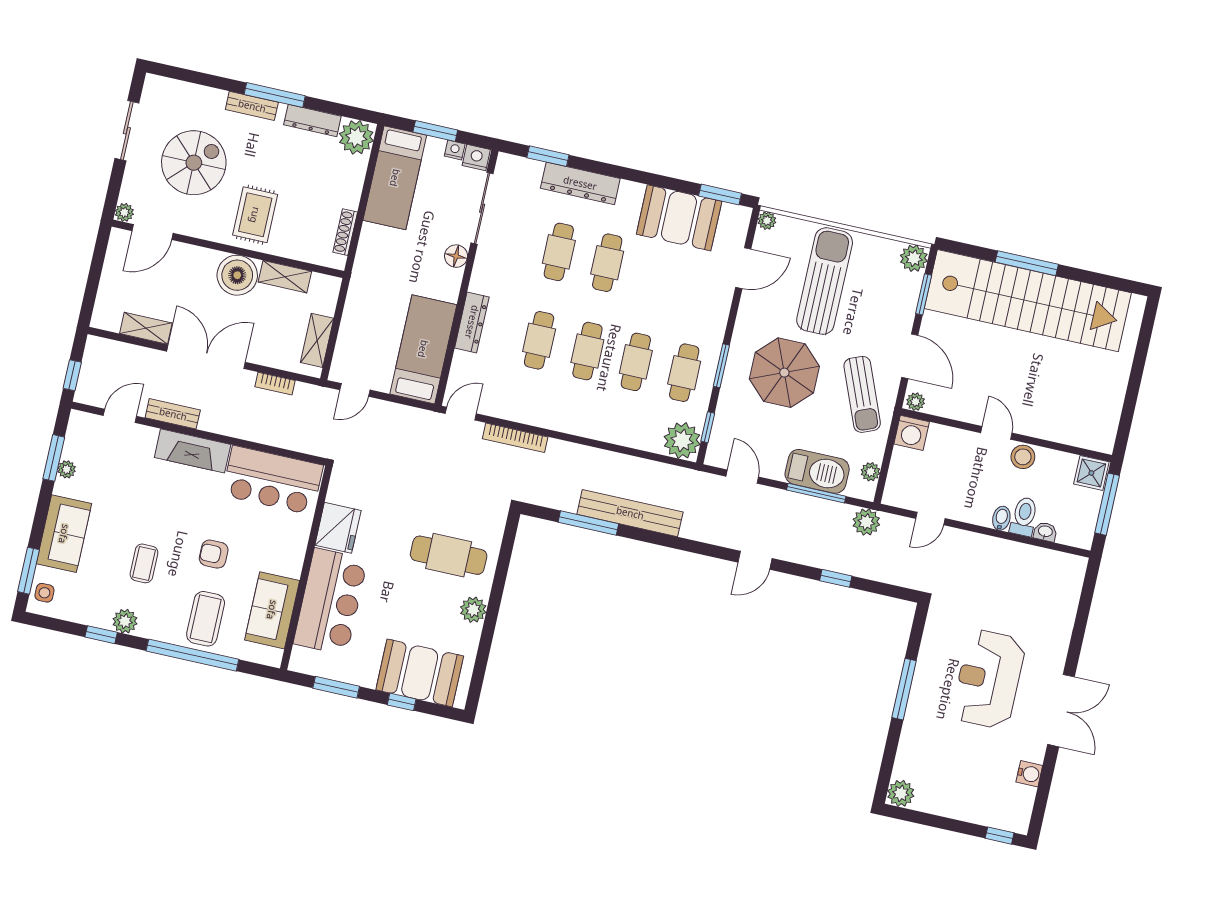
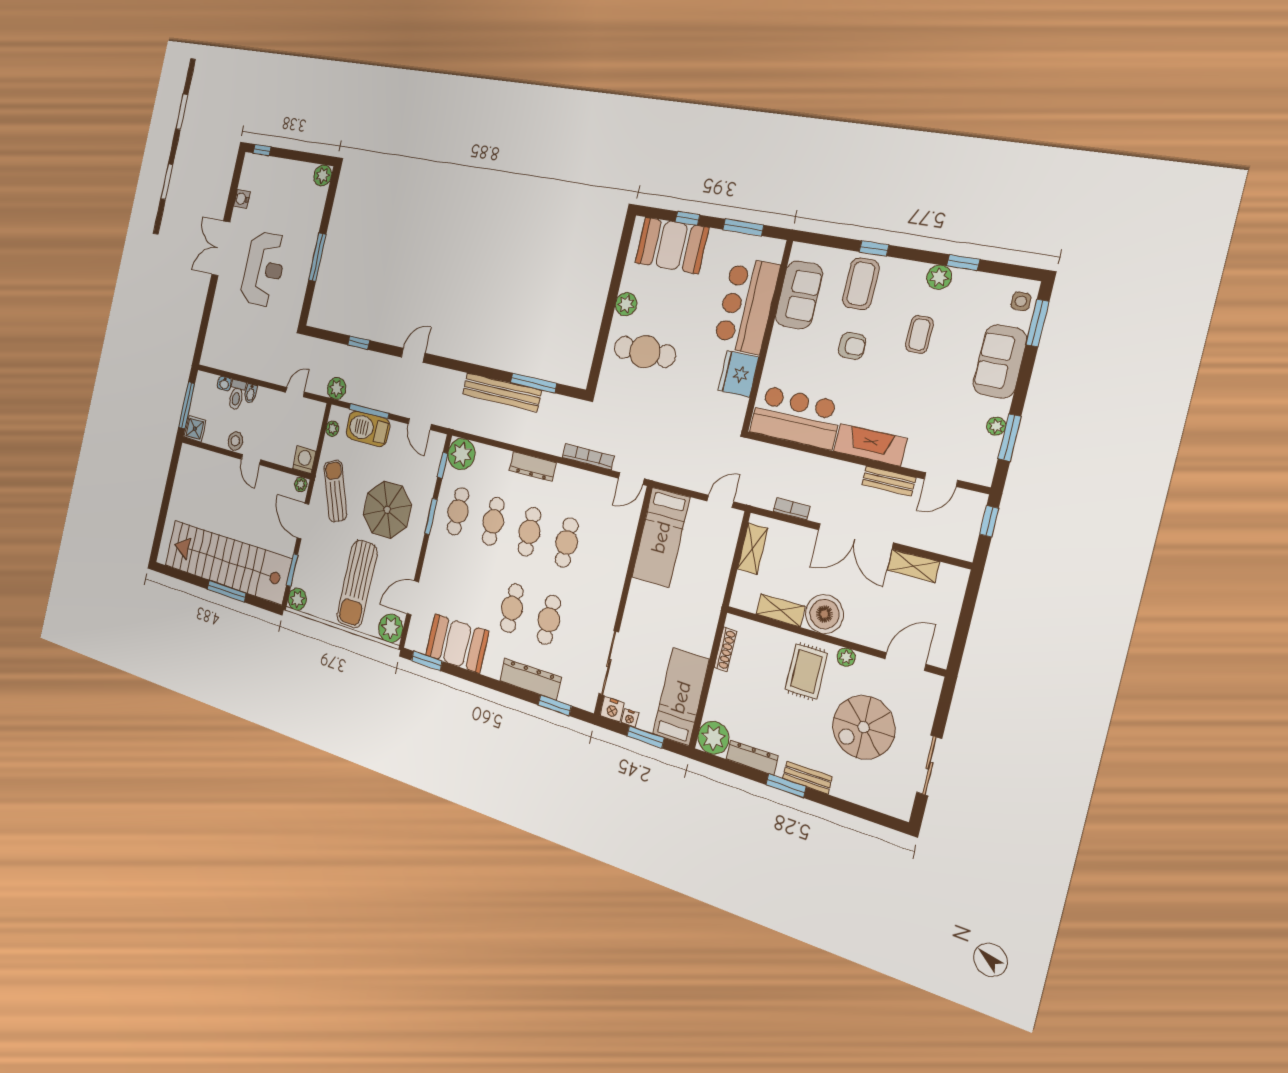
window: (275, 95) -> (786, 786), width x0.69
plant: (124, 212) -> (846, 657), moved
plant: (767, 221) -> (391, 628), width x1.88, depth x1.88
floor lamp: (456, 256) -> (631, 621), removed
dresser: (472, 322) -> (533, 466), moved, turned -90
window: (192, 655) -> (874, 248), width x0.32

